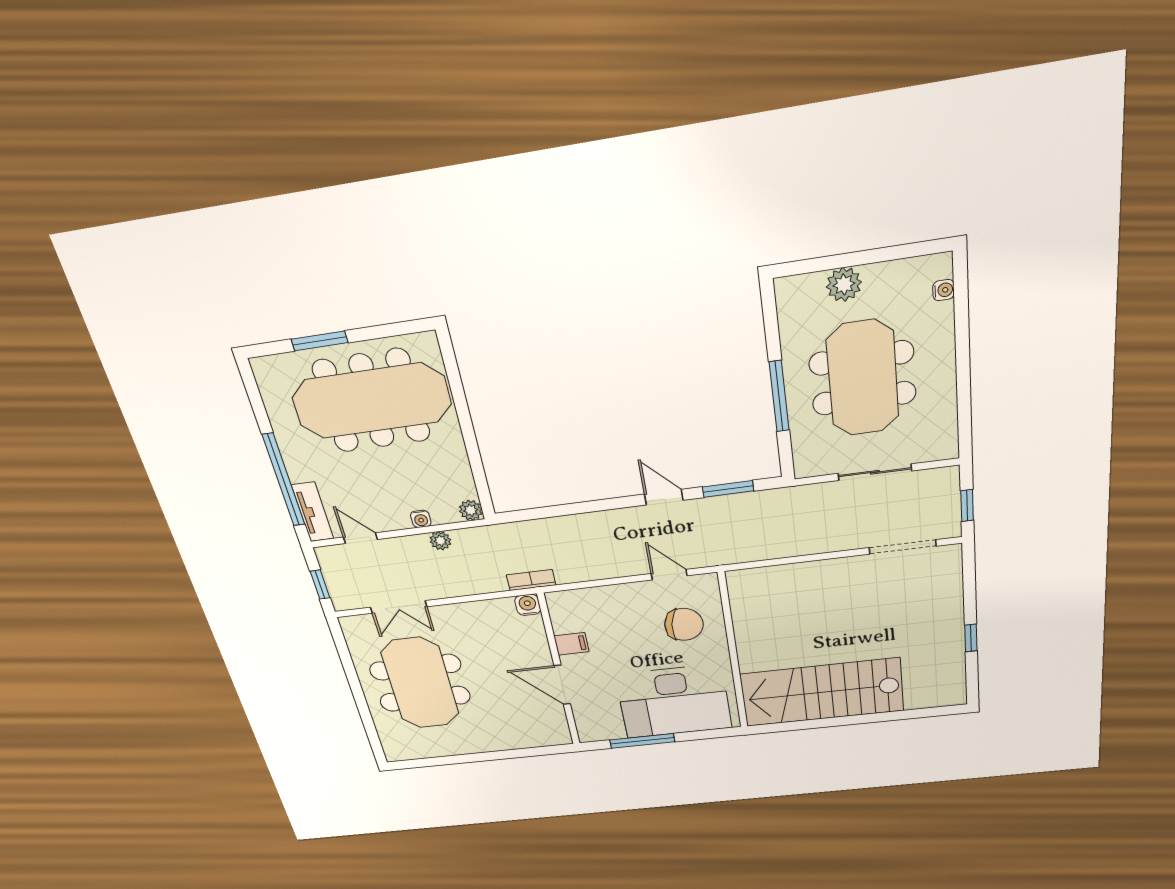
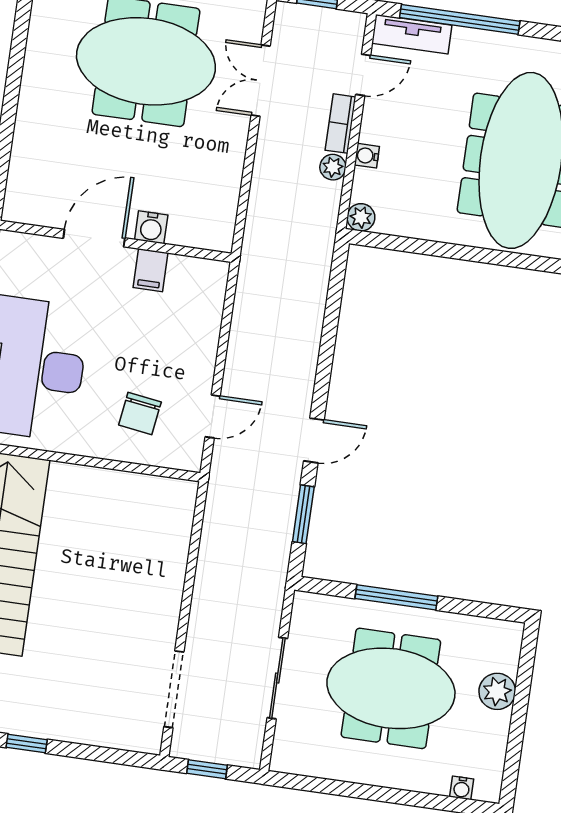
bookcase: (531, 580) -> (341, 124), moved, turned 180
water cooler: (528, 605) -> (151, 227), moved, turned 90
chair: (684, 624) -> (140, 413), width x0.73, depth x0.73

